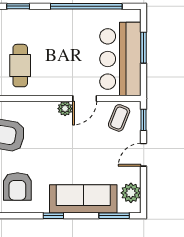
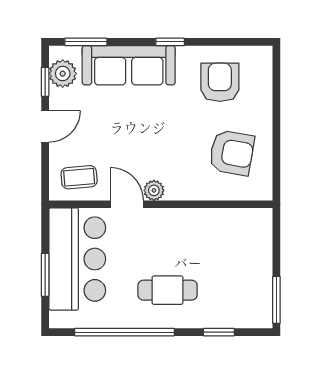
cafe table: (20, 66) -> (168, 290), moved, turned 90
door: (85, 99) -> (127, 204), hinge flipped
coffee table: (119, 118) -> (79, 177), turned 63
window: (144, 120) -> (45, 82), moved

